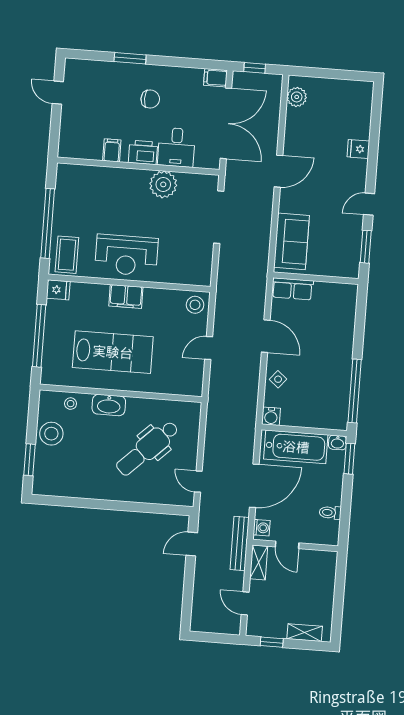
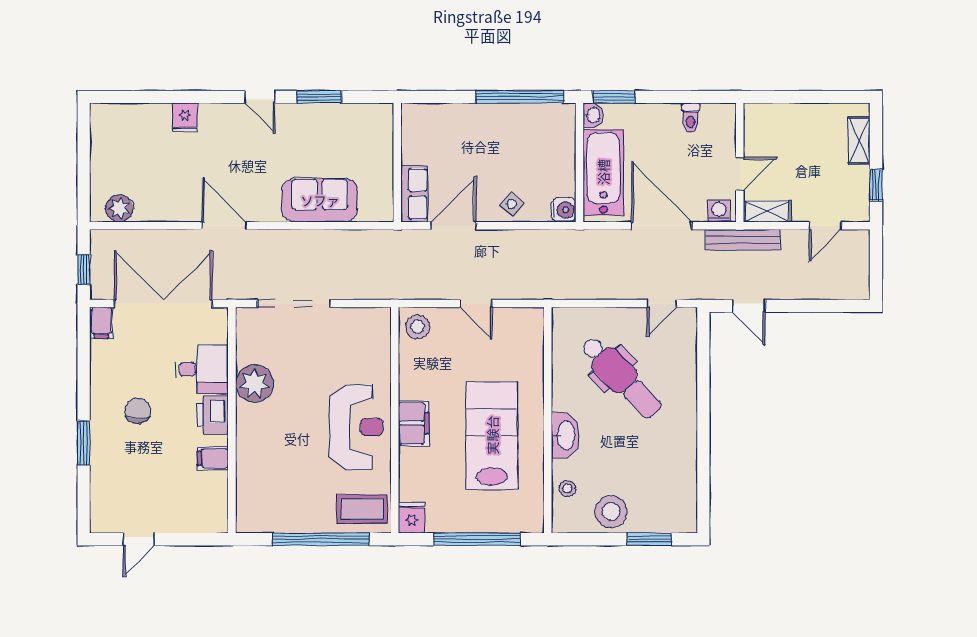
wall: (316, 278) -> (397, 162), moved
row of seats: (292, 289) -> (414, 194), moved

